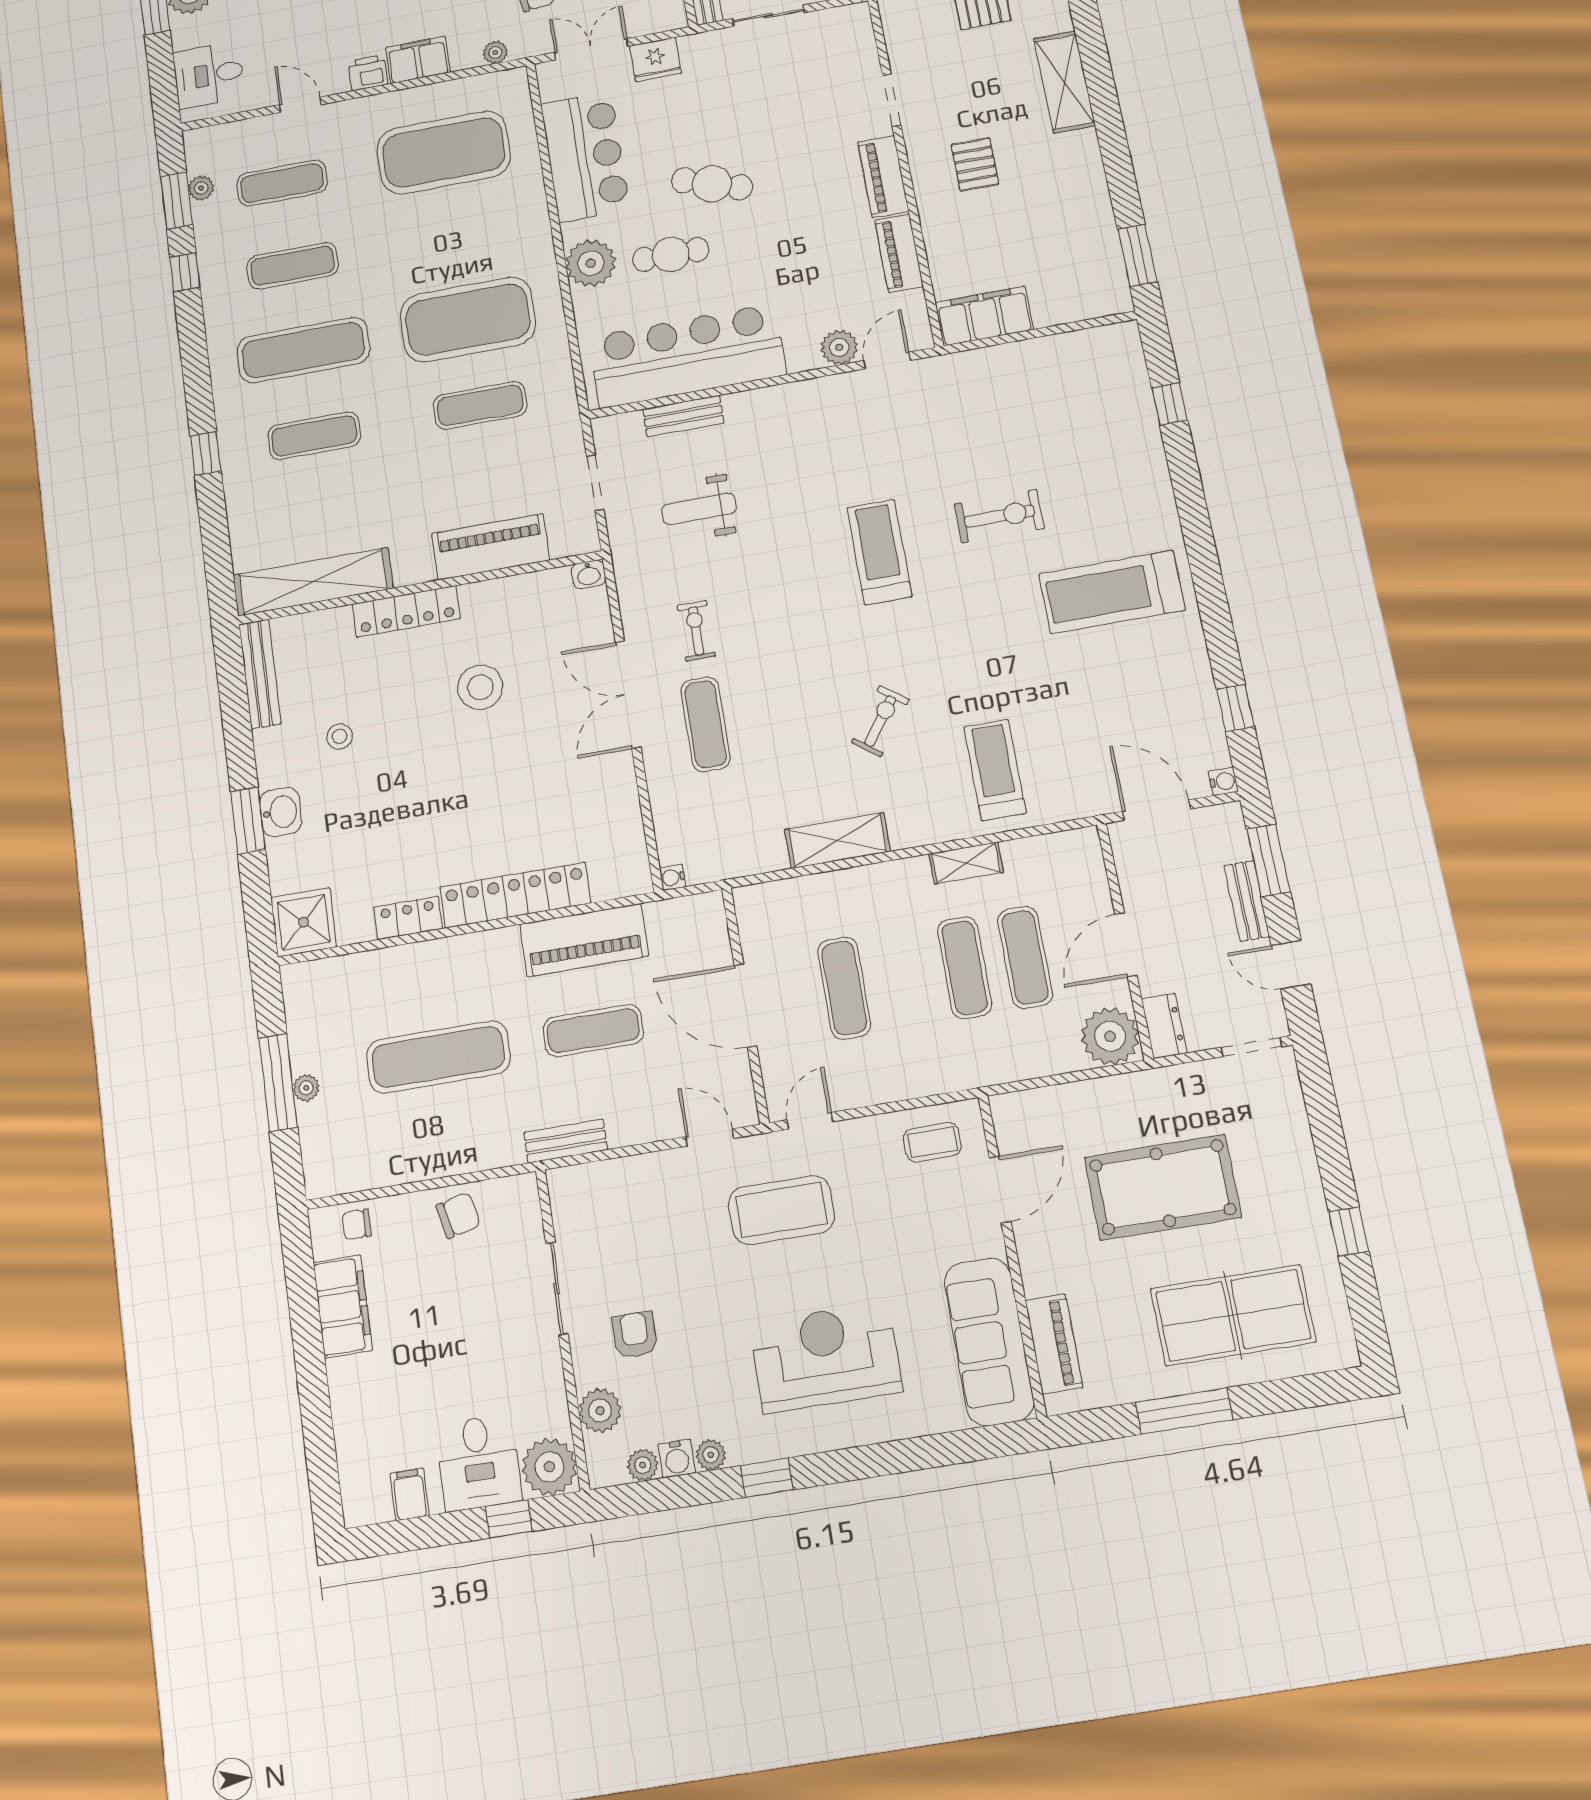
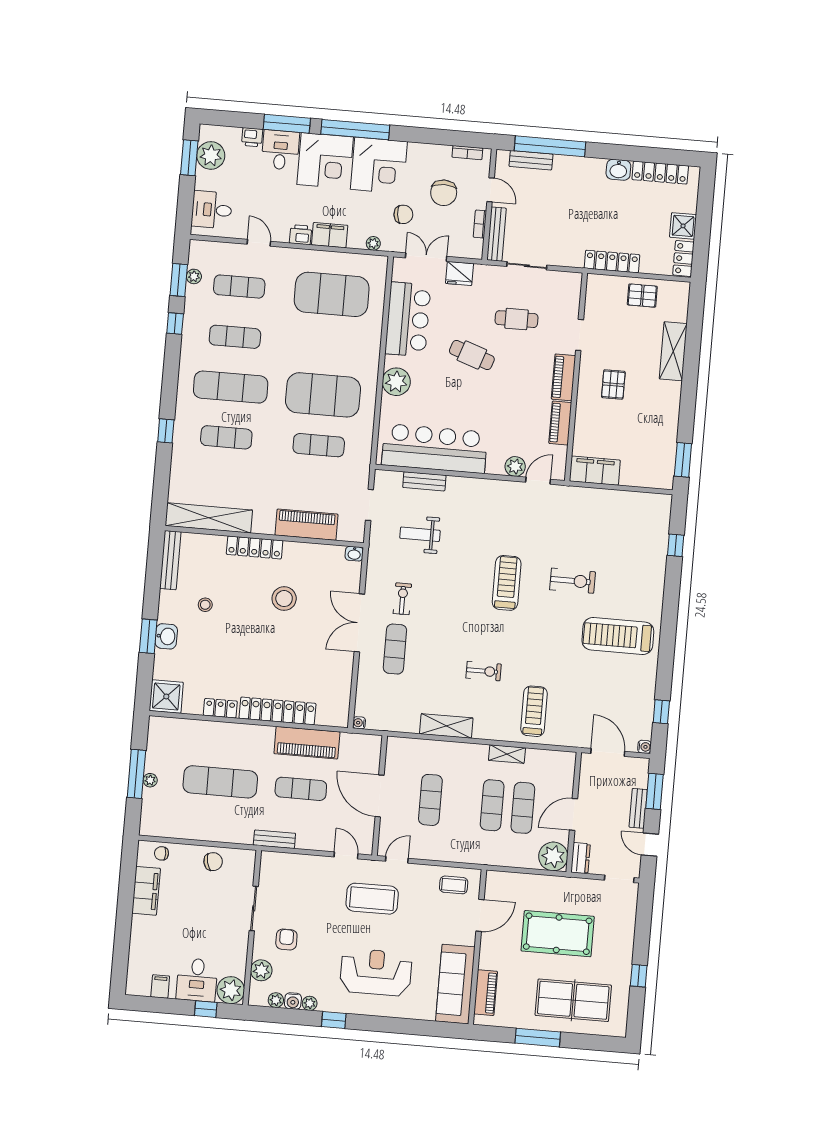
cafe table: (671, 255) -> (516, 319), moved
exercise bike: (880, 721) -> (484, 671), turned 54

